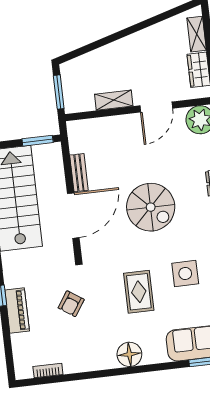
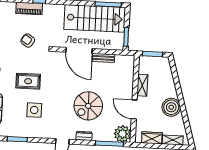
boiler: (142, 46) -> (171, 107), added
spiral stairs: (151, 207) -> (88, 106), moved

